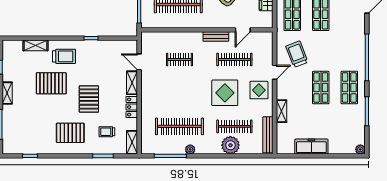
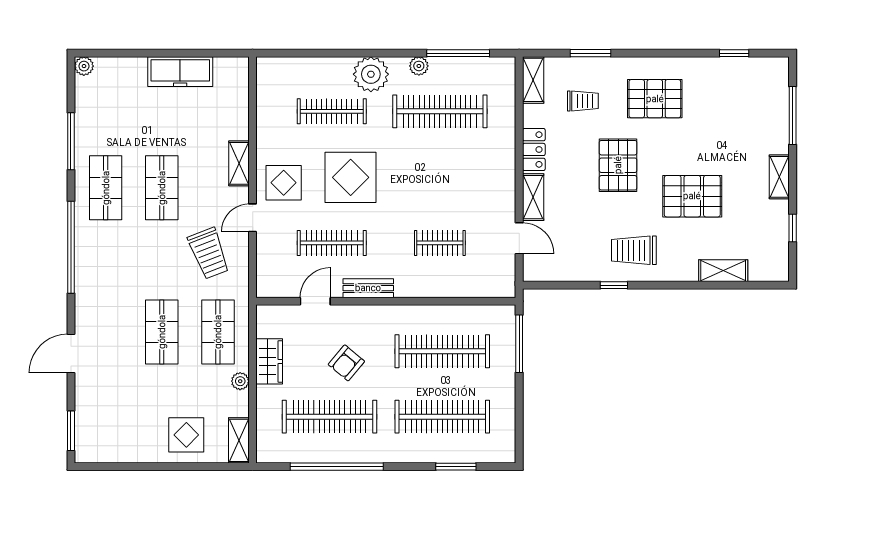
trolley: (64, 56) -> (634, 250), moved
shelving: (282, 111) -> (239, 163), moved
bench: (268, 135) -> (266, 95), removed
plant: (230, 145) -> (371, 74), moved

